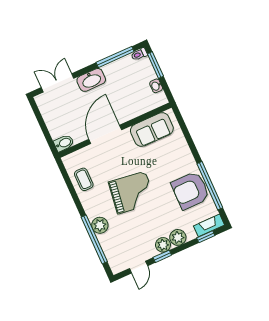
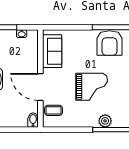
coffee table: (84, 179) -> (53, 110), moved
grand piano: (132, 193) -> (92, 87), turned 82

